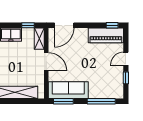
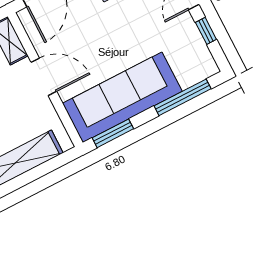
sofa: (68, 90) -> (122, 97), width x1.36, depth x1.27

